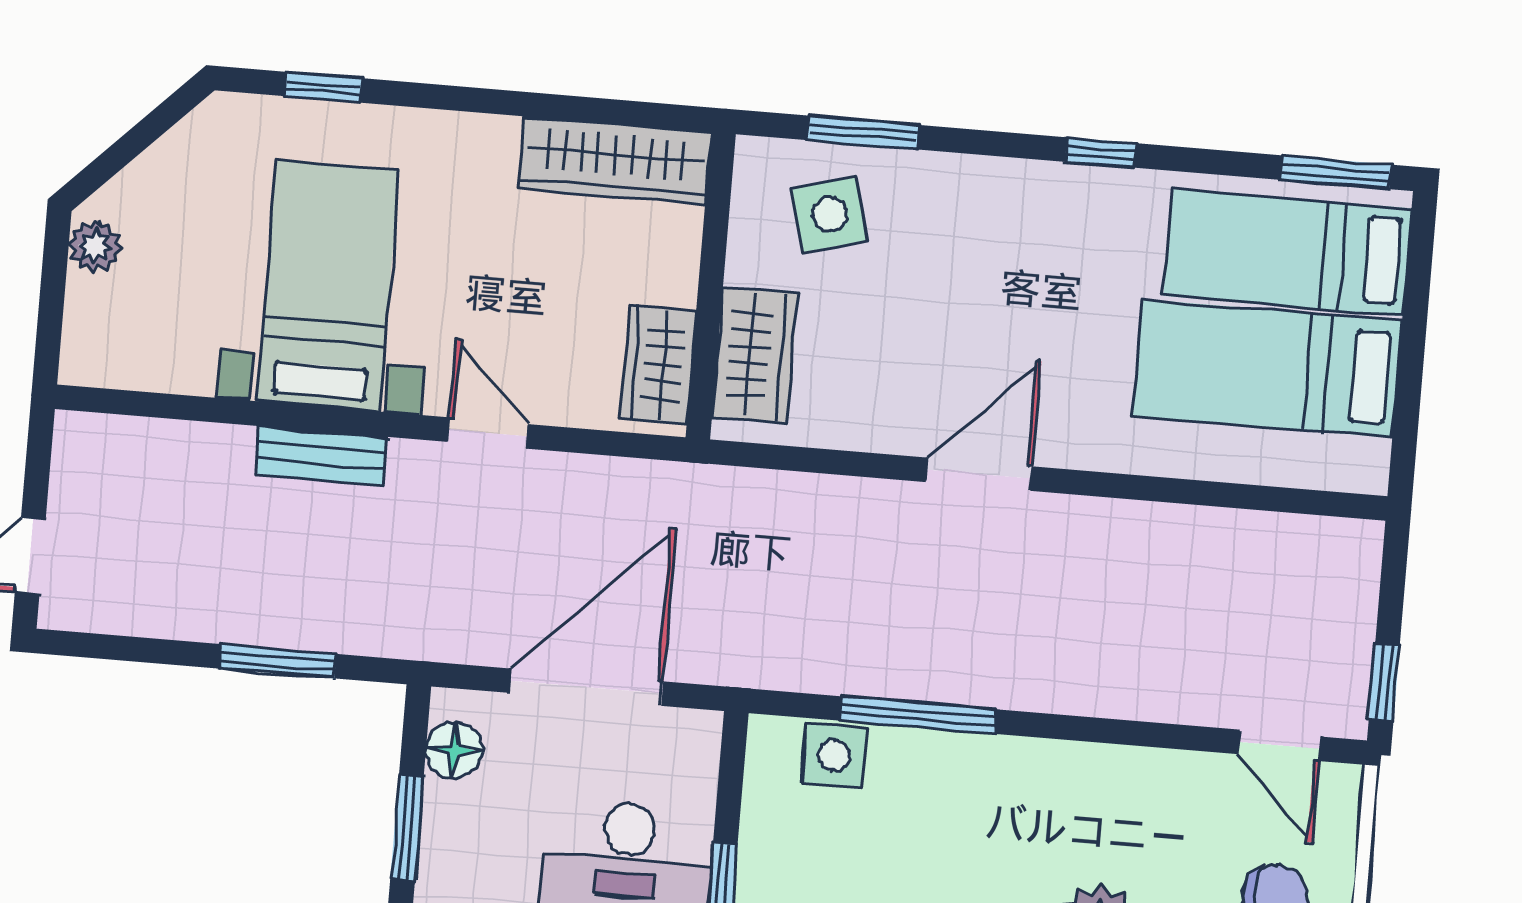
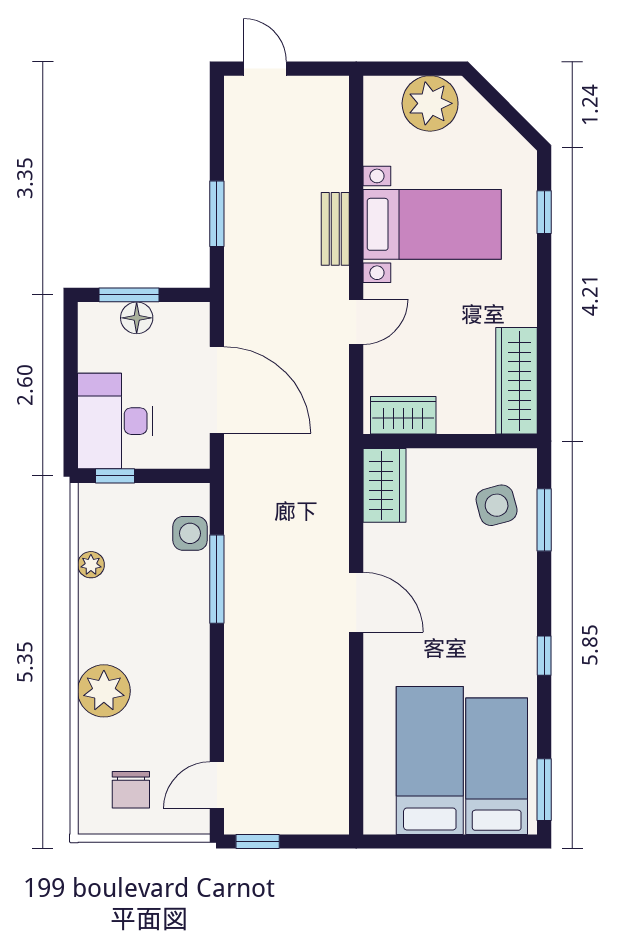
plant: (95, 247) -> (430, 103), width x1.87, depth x1.87
wardrobe: (755, 355) -> (385, 485), moved, turned -90
floor lamp: (454, 750) -> (137, 318), moved

